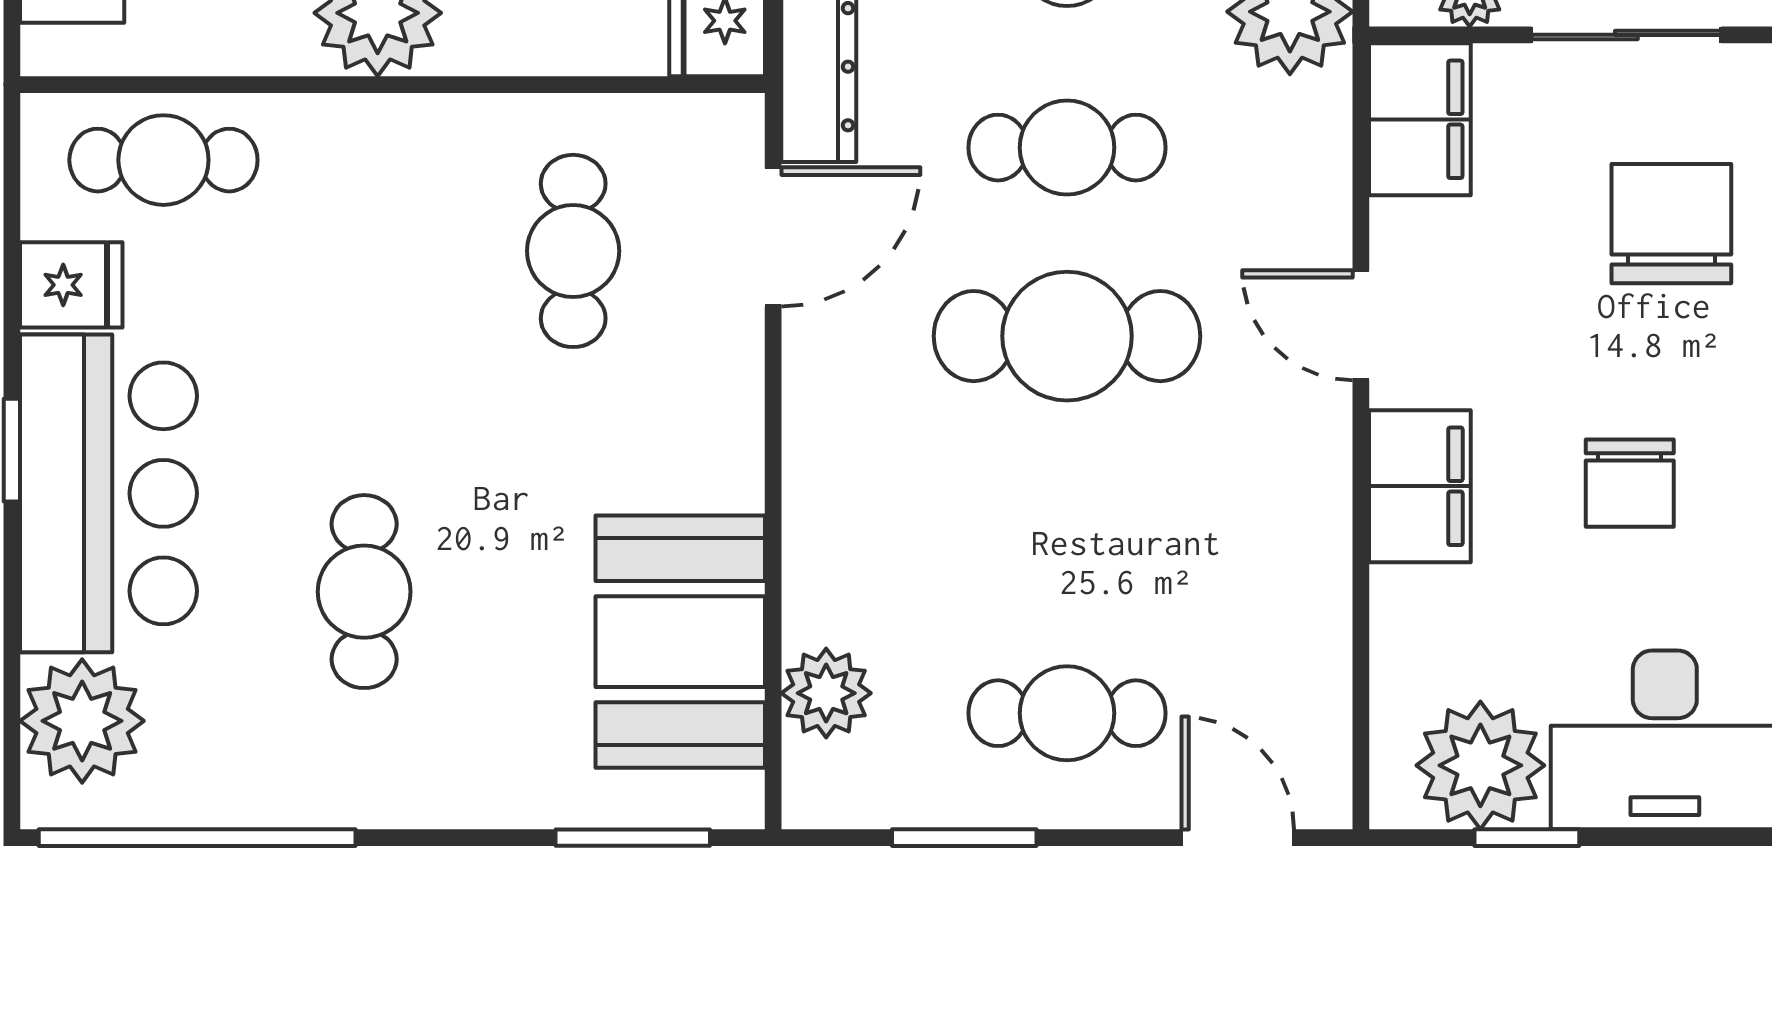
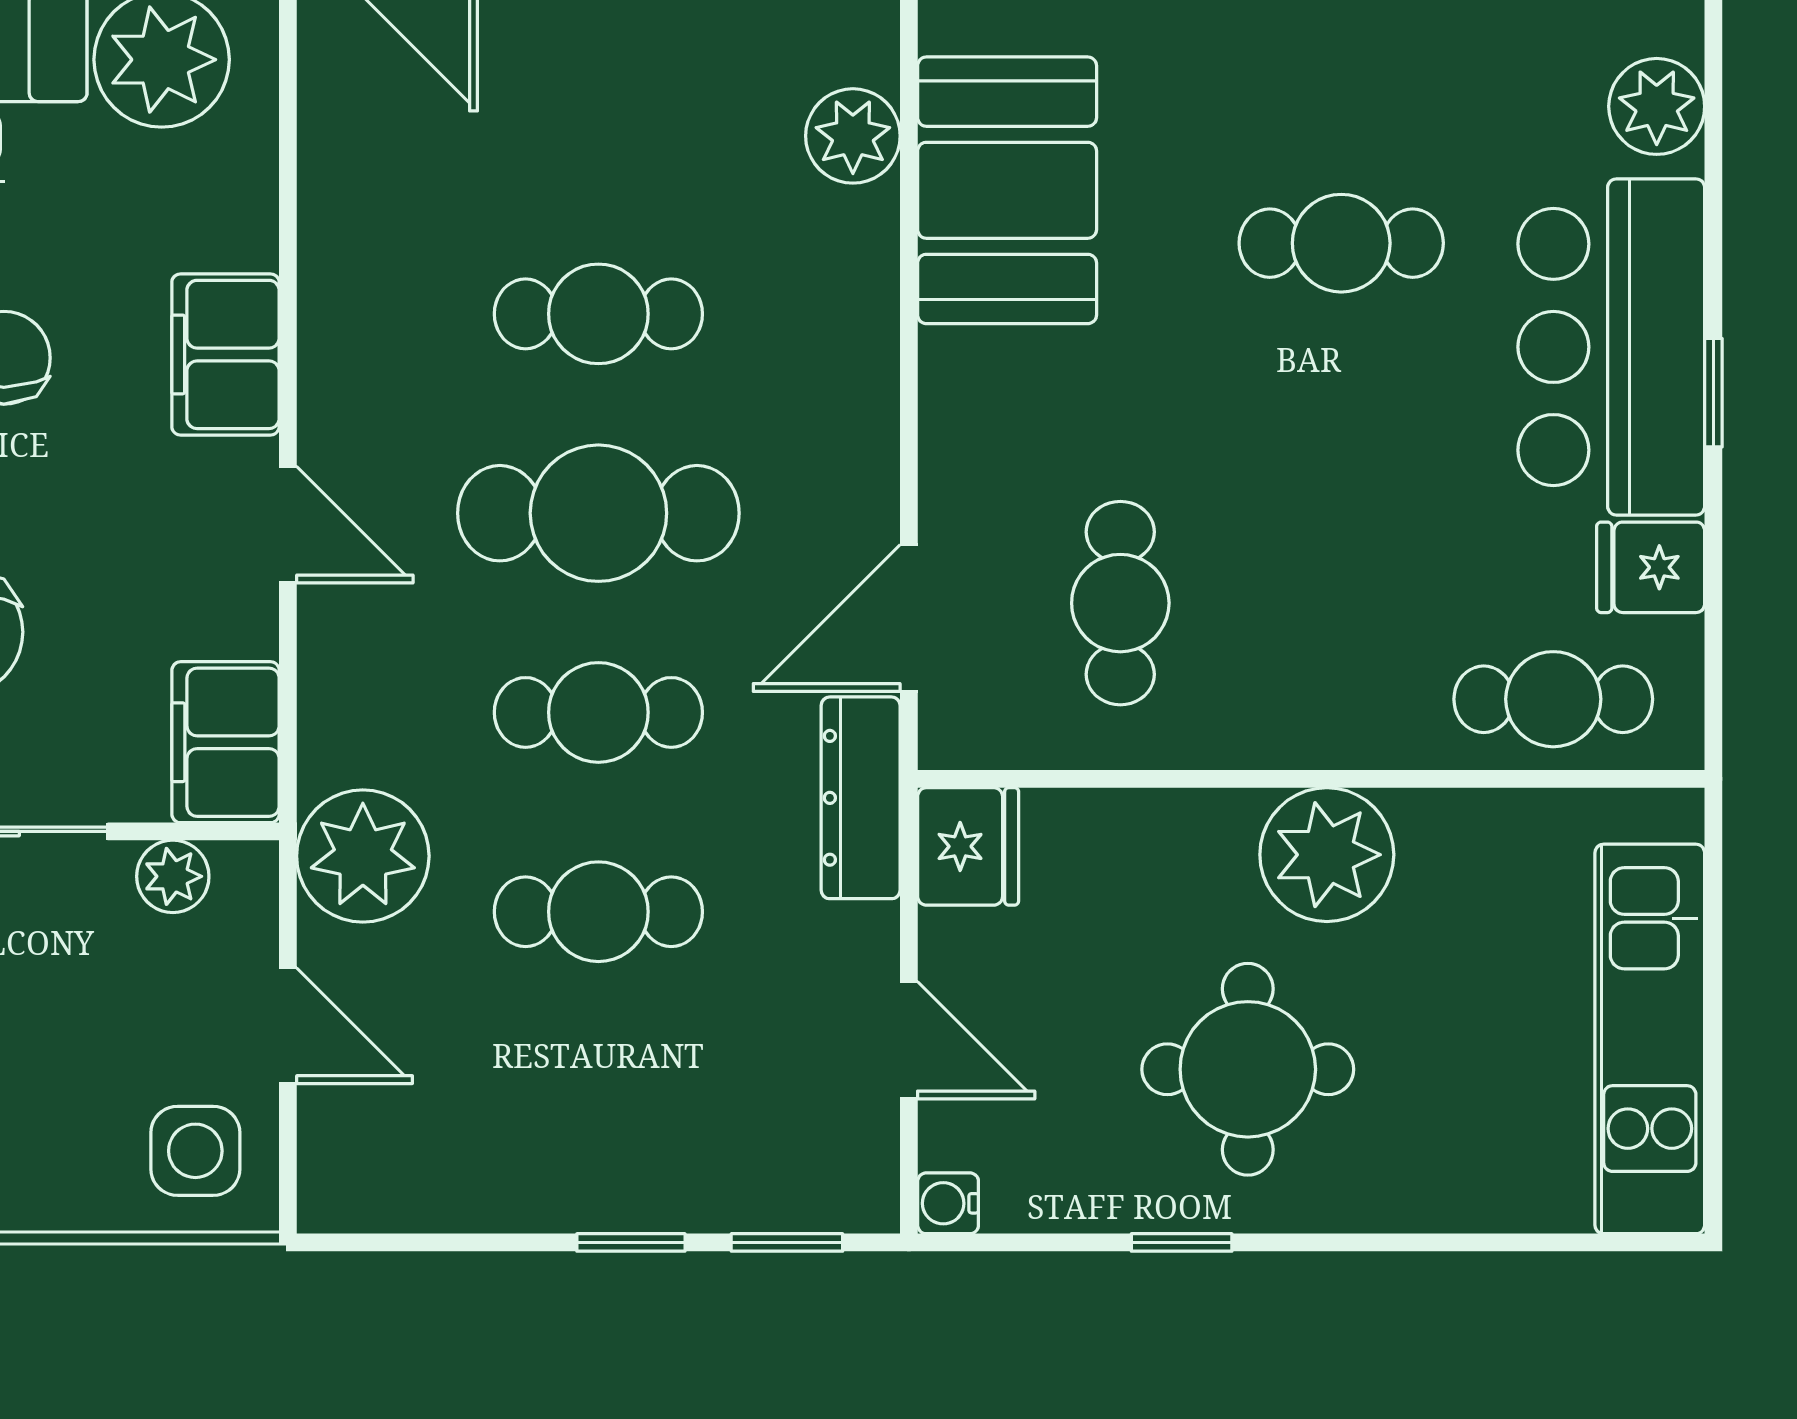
cafe table: (364, 592) -> (1341, 243), turned 90
cafe table: (1067, 713) -> (598, 314), moved
plant: (82, 721) -> (1657, 106), width x0.73, depth x0.73

